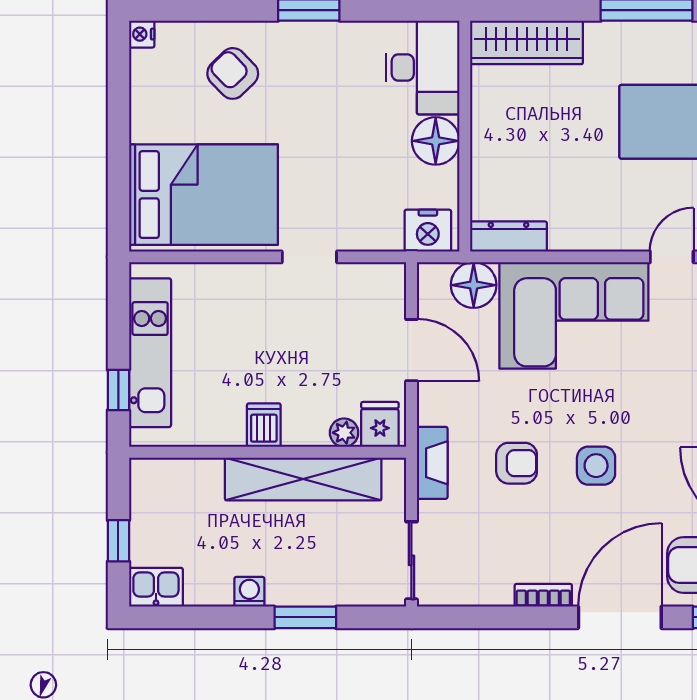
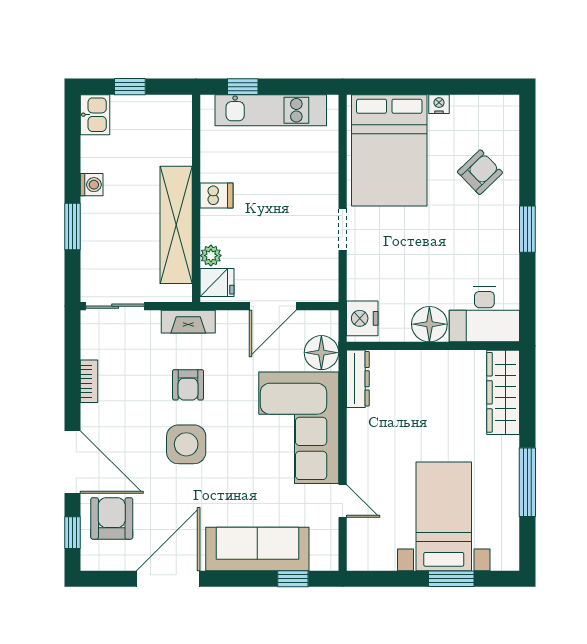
nightstand: (142, 34) -> (439, 104), moved
side table: (596, 466) -> (186, 444), width x1.37, depth x1.37
bookcase: (543, 595) -> (89, 381), moved

